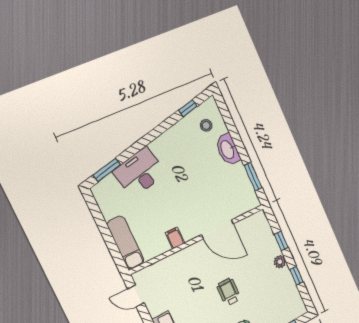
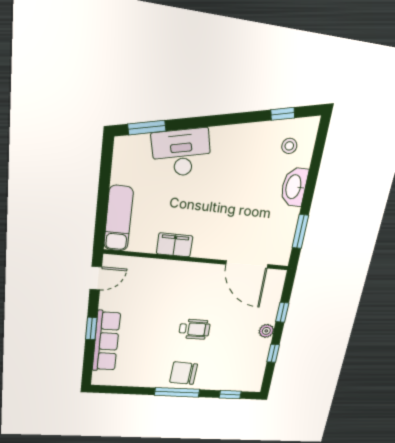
door: (217, 229) -> (247, 264), moved
filing cabinet: (175, 238) -> (175, 245), width x2.00
wheelchair: (229, 292) -> (194, 329), turned 90
door: (136, 296) -> (96, 278), swing flipped

